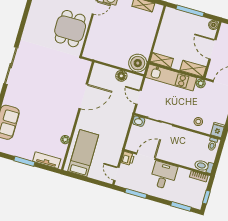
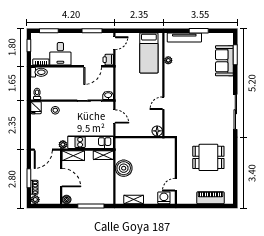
dining table: (70, 29) -> (208, 157), moved, turned 90
boiler: (138, 63) -> (124, 168), moved
floor lamp: (121, 76) -> (157, 131), moved
door: (83, 96) -> (163, 103), width x0.53
tv unit: (47, 160) -> (184, 37), width x1.41
door: (116, 174) -> (114, 43), hinge flipped
desk: (164, 175) -> (60, 54), moved

